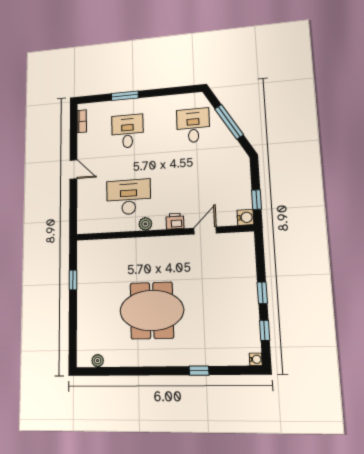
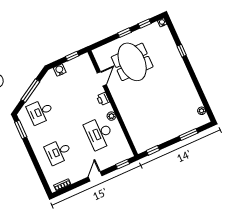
window: (125, 96) -> (21, 130), moved
window: (73, 214) -> (123, 164), added
water cooler: (245, 217) -> (60, 70), moved
door: (205, 231) -> (102, 79), swing flipped
window: (73, 280) -> (153, 150), moved
meeting table: (152, 310) -> (132, 62), moved
window: (73, 326) -> (188, 134), added

